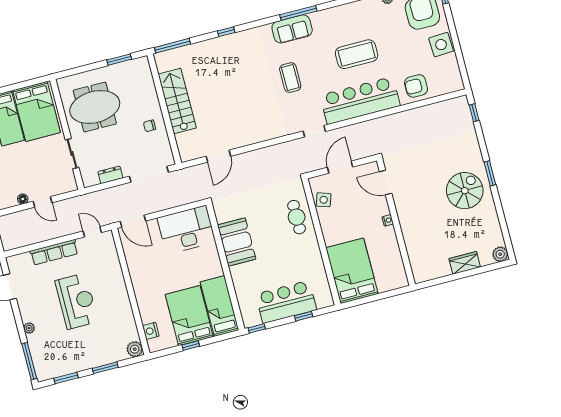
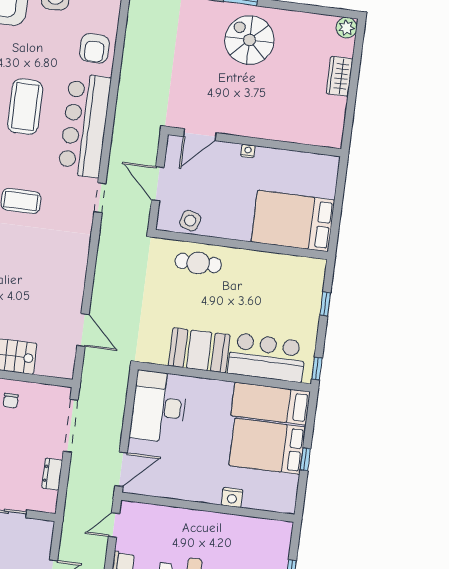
bar counter: (286, 302) -> (267, 357), moved, turned 90
nightstand: (151, 331) -> (232, 497), moved
plant: (135, 349) -> (282, 531), removed

